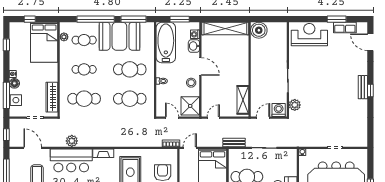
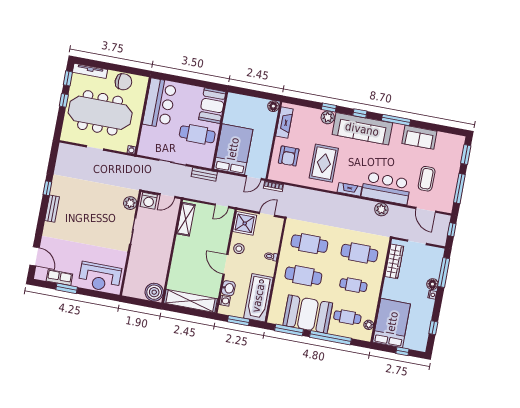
window: (370, 91) -> (47, 188), moved
side table: (16, 100) -> (434, 265), removed
door: (172, 118) -> (267, 214), swing flipped

